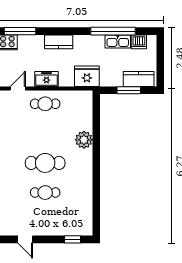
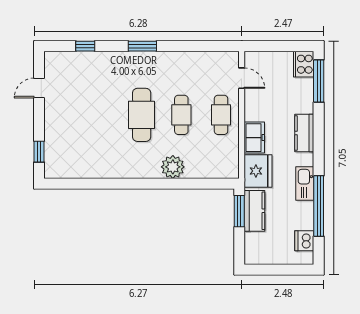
kitchen sink: (118, 42) -> (305, 183), moved
freezer: (46, 79) -> (254, 138), moved
kitchen counter: (139, 79) -> (254, 211), moved
window: (129, 90) -> (239, 211), moved
cafe table: (45, 193) -> (181, 115), moved

